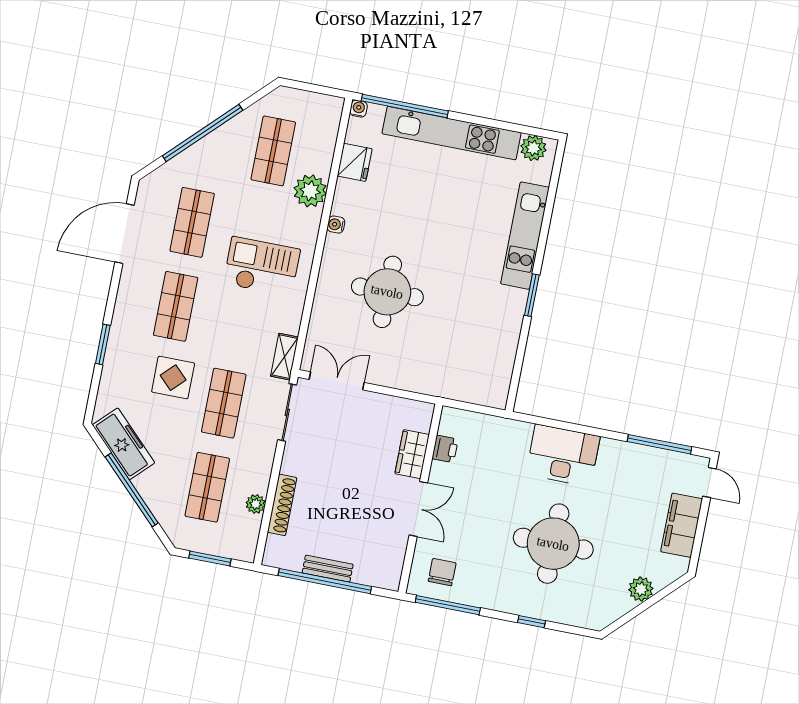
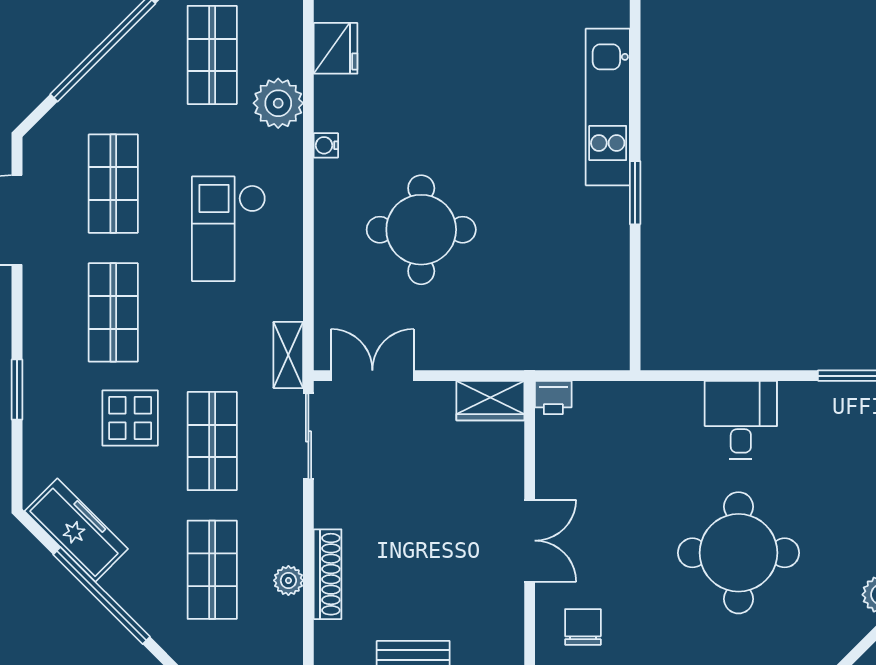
checkout: (262, 267) -> (229, 229), turned -90
printer: (445, 449) -> (553, 397), moved, turned 90
wardrobe: (412, 454) -> (490, 401), moved, turned -90
desk: (563, 455) -> (741, 420), width x0.73

